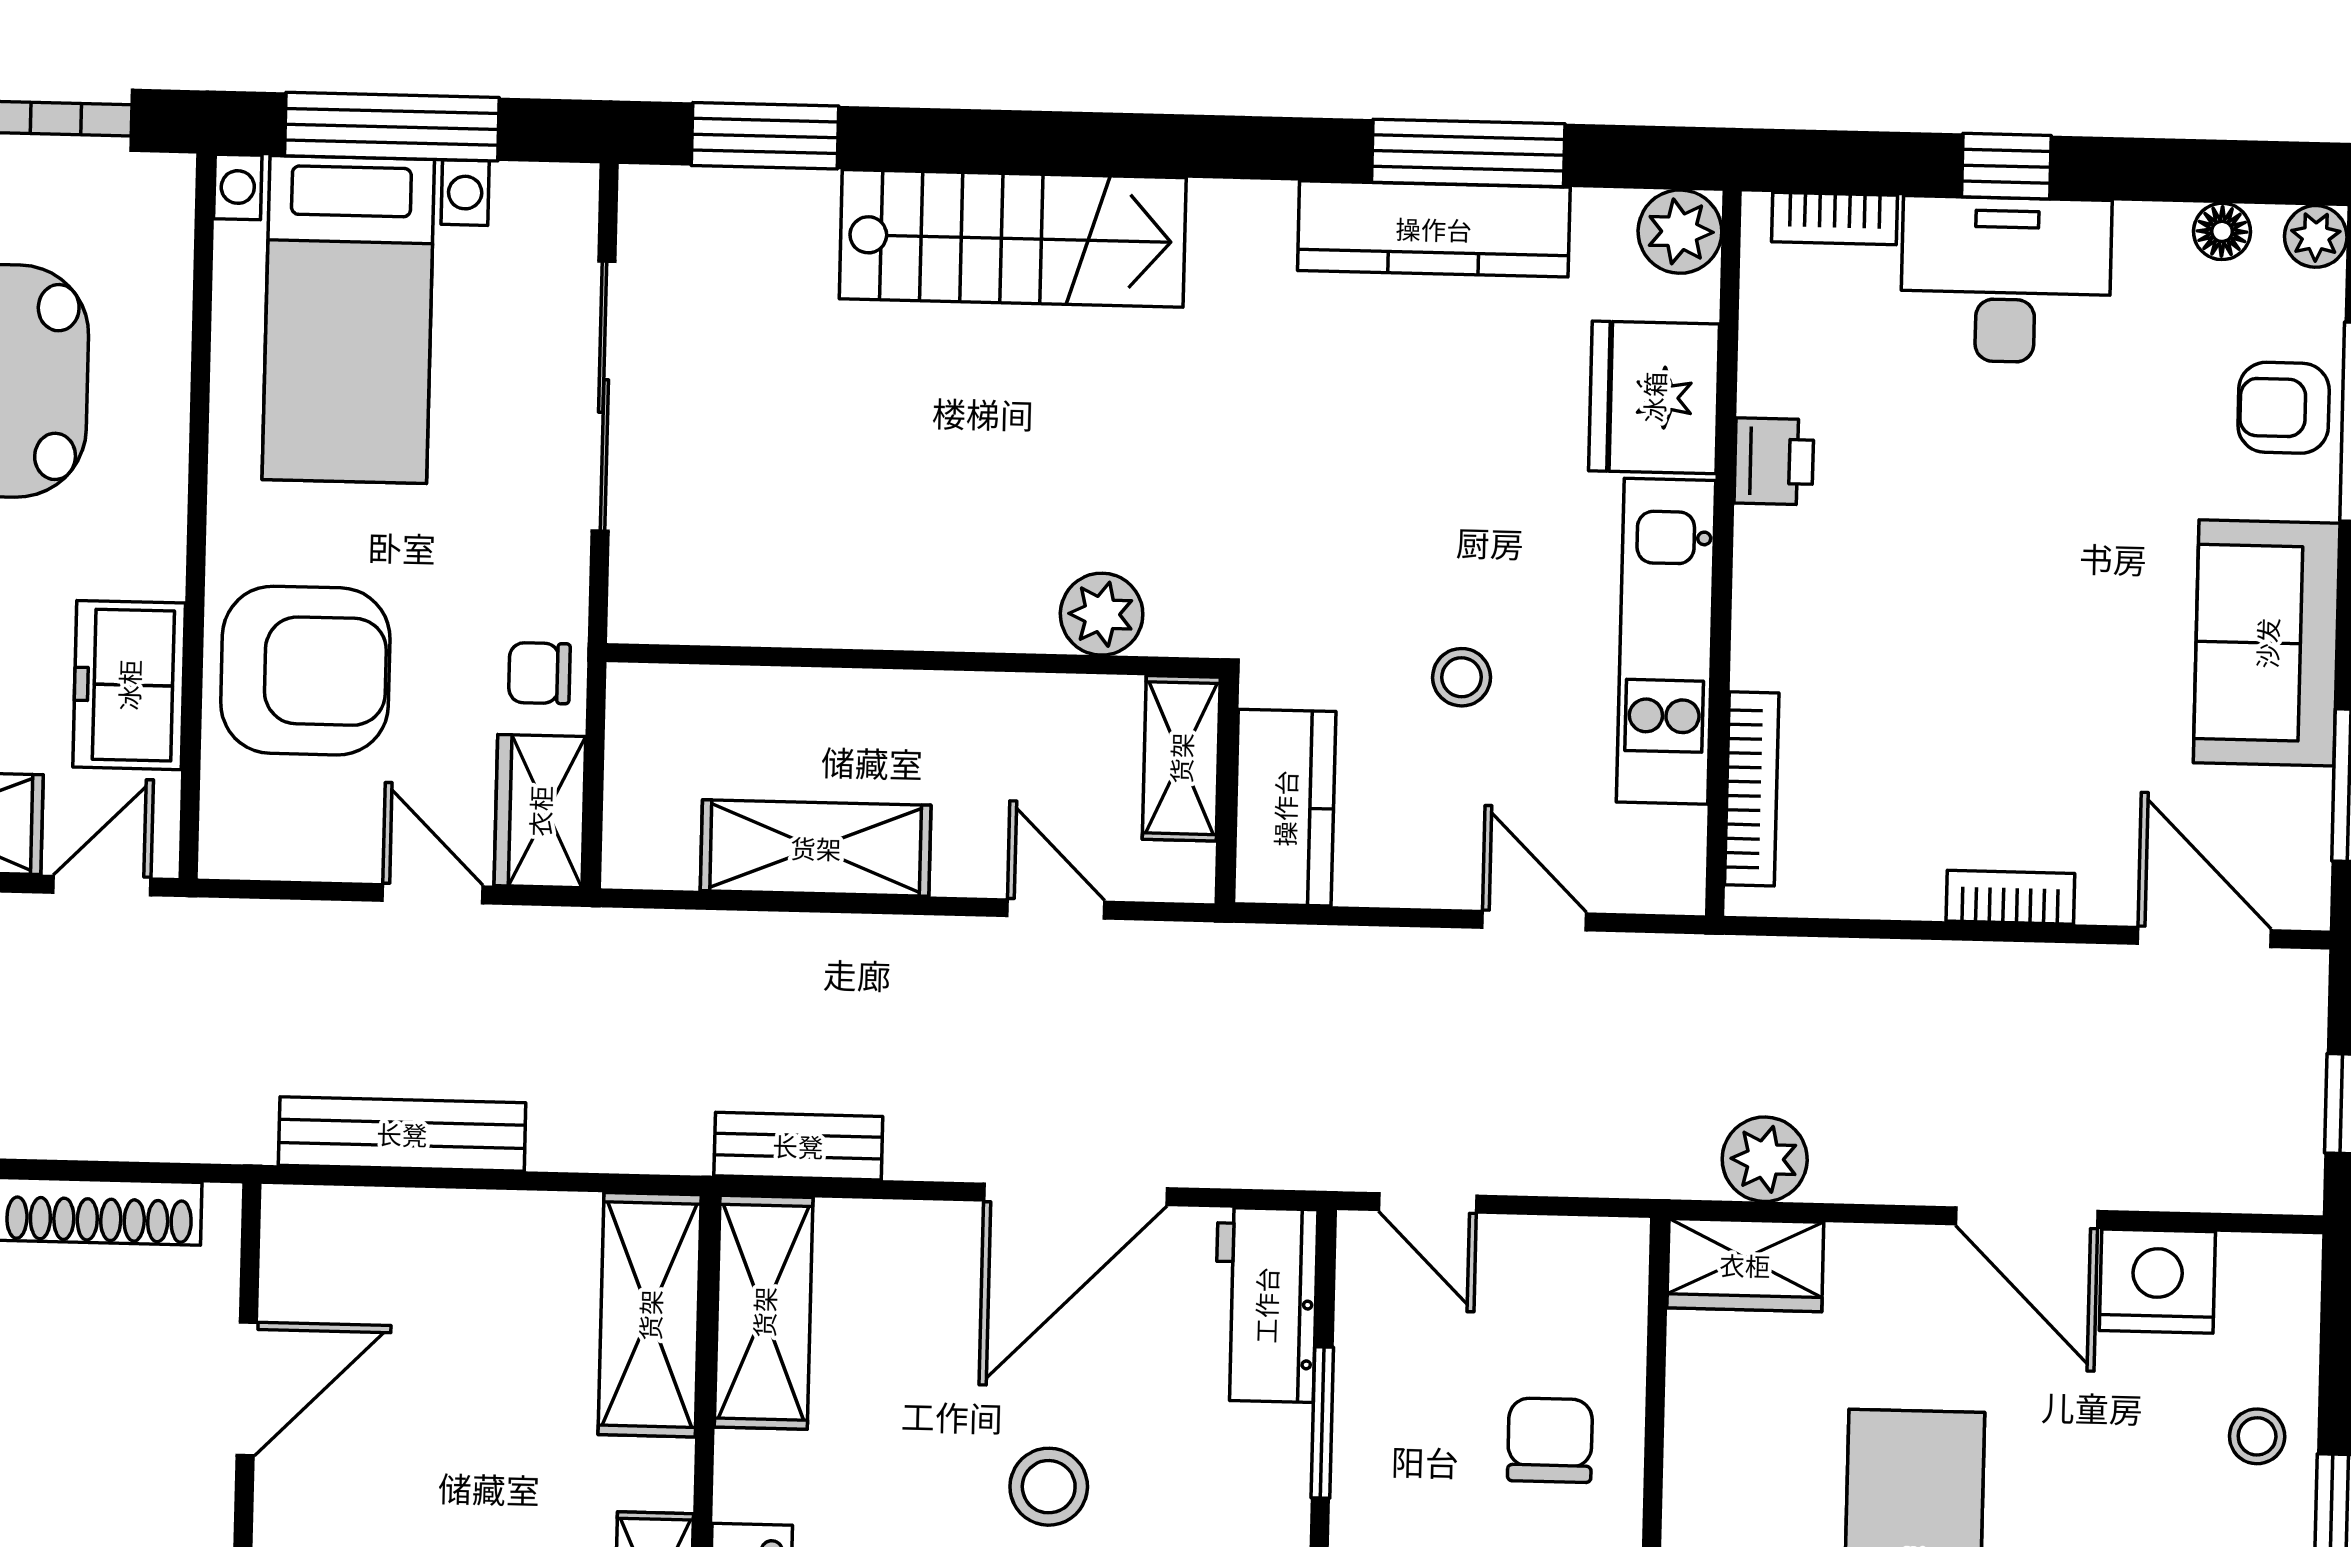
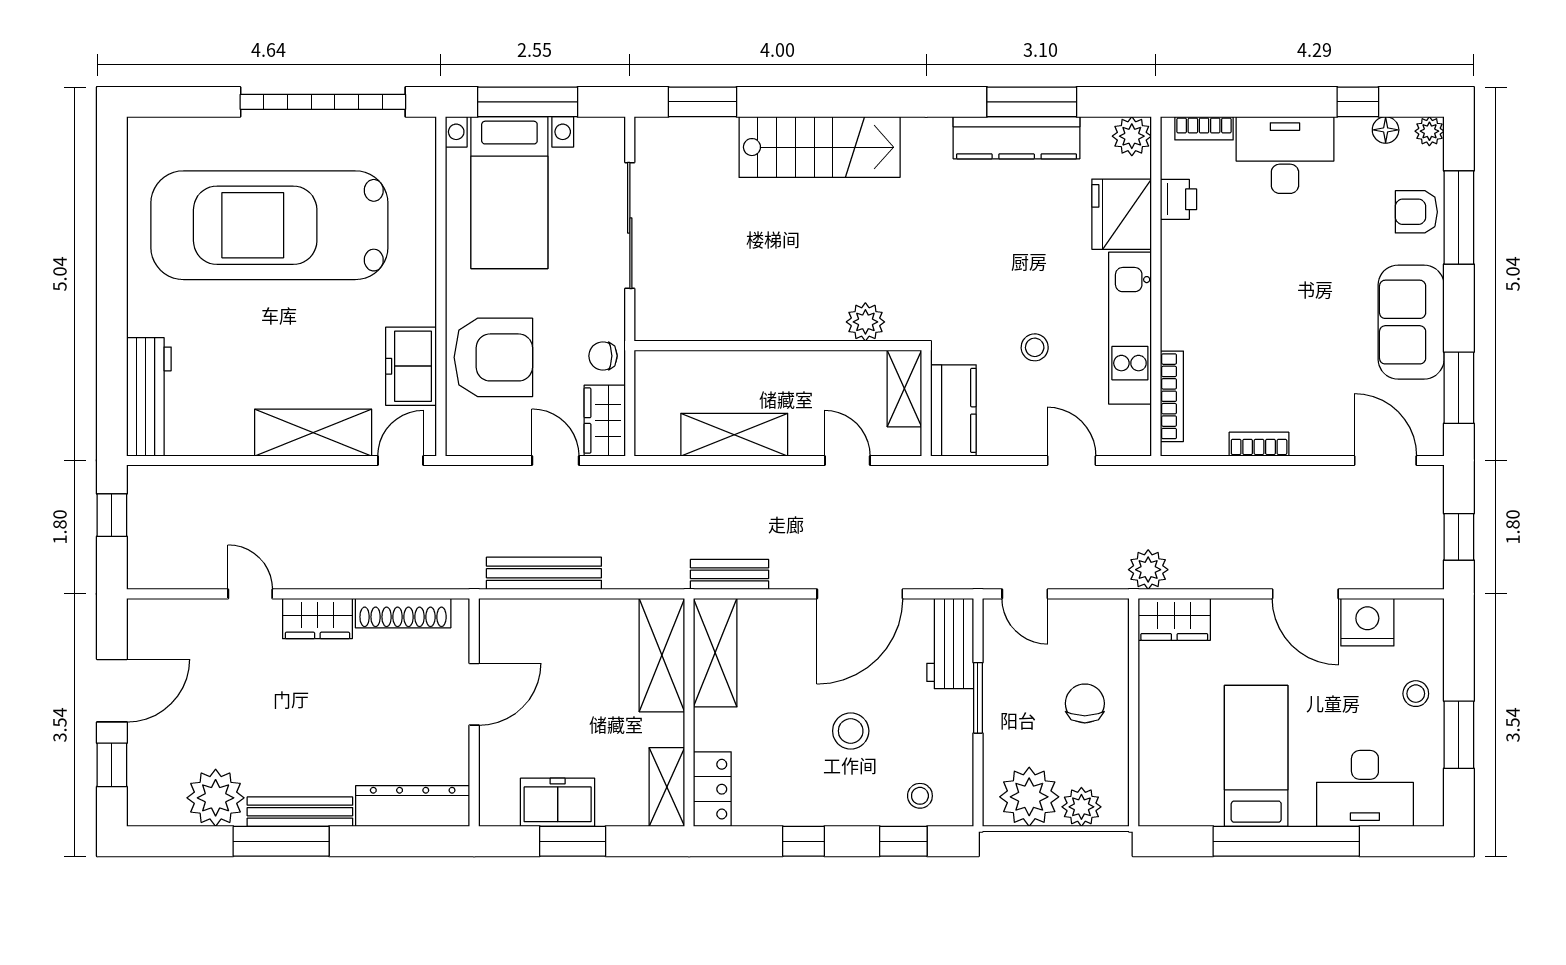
window: (2006, 166) -> (1358, 102), moved
printer: (1774, 461) -> (1178, 199), moved
bookcase: (2010, 897) -> (1259, 444), moved
plant: (1765, 1159) -> (1148, 570), moved

